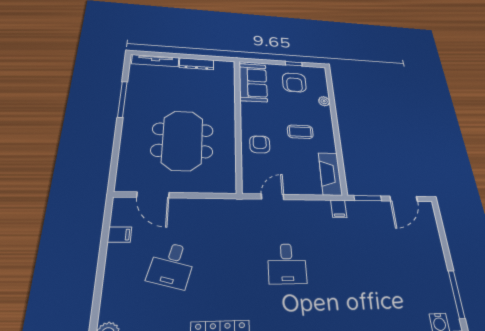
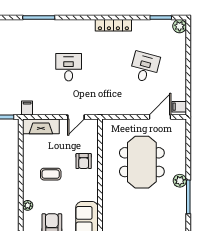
plant: (132, 117) -> (180, 181), added
fireplace: (330, 174) -> (41, 126), moved, turned 90
door: (153, 195) -> (160, 117), hinge flipped
filing cabinet: (120, 235) -> (179, 107), moved

